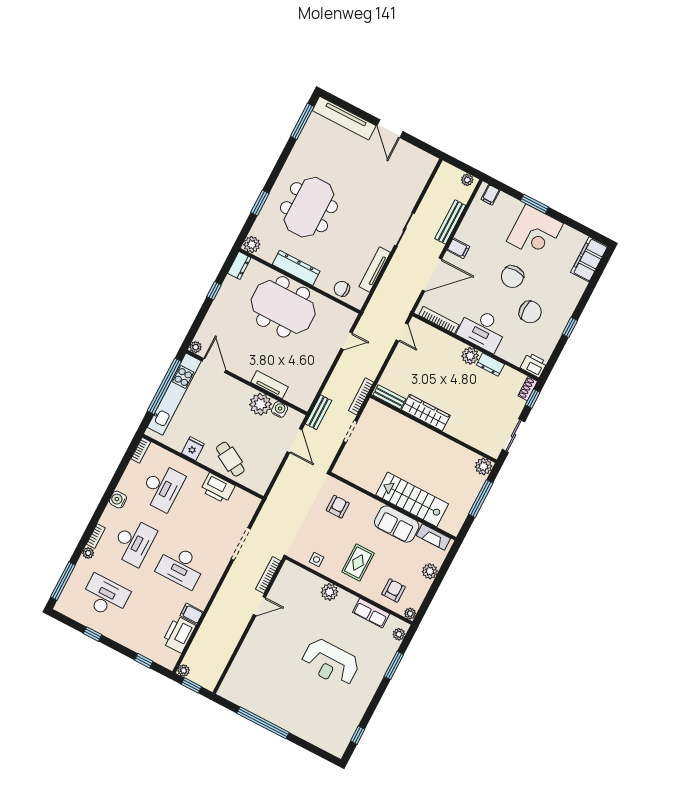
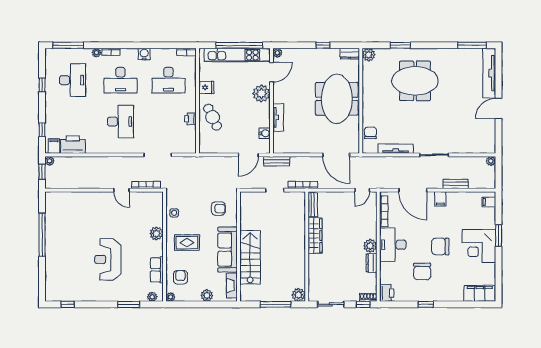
plant: (467, 180) -> (491, 161), moved
bench: (450, 222) -> (456, 184), width x0.73
dresser: (296, 268) -> (368, 94), removed
door: (347, 341) -> (336, 155), width x1.87
plant: (260, 404) -> (261, 94), moved
cafe table: (230, 459) -> (213, 117), turned -55
printer: (218, 488) -> (191, 119), width x0.53, depth x0.68
sofa: (397, 524) -> (228, 250), width x1.36
desk: (181, 566) -> (120, 122), turned 180
armchair: (394, 590) -> (180, 277), turned -90
filing cabinet: (192, 614) -> (54, 146), moved

